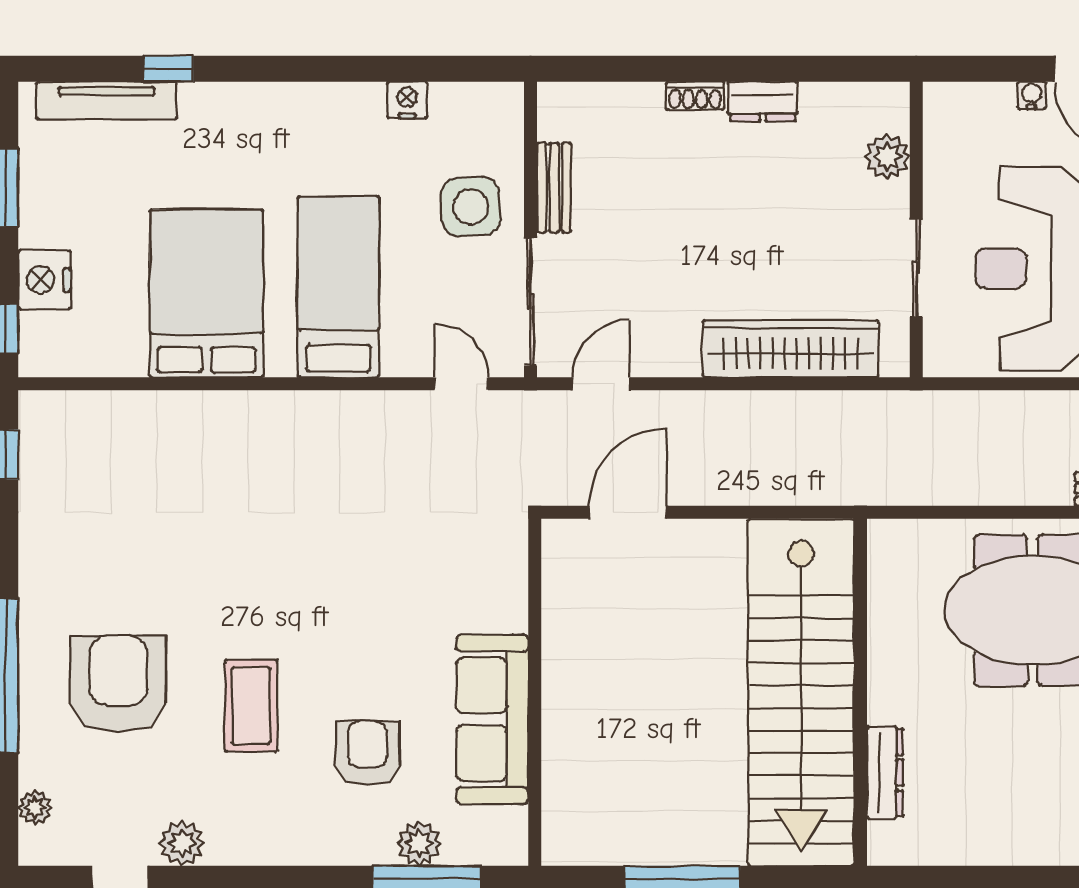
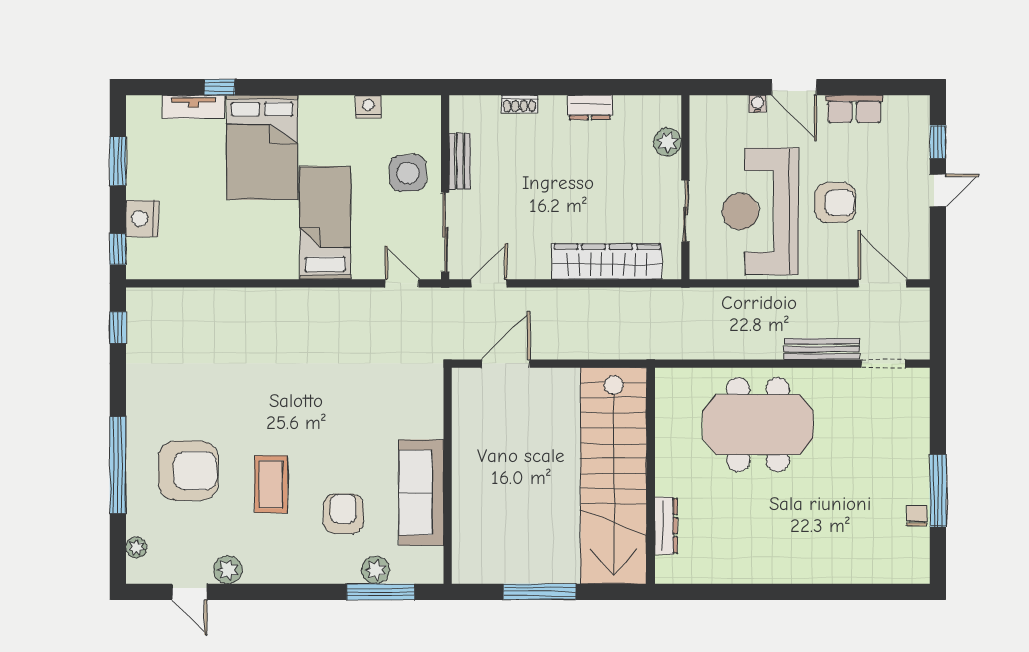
shoe rack: (695, 96) -> (519, 104), moved
tv unit: (107, 101) -> (194, 107), width x0.71
bed: (207, 293) -> (262, 147), moved, turned 180
armchair: (118, 684) -> (188, 471), turned 90

